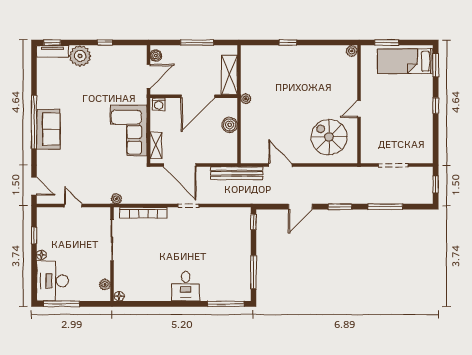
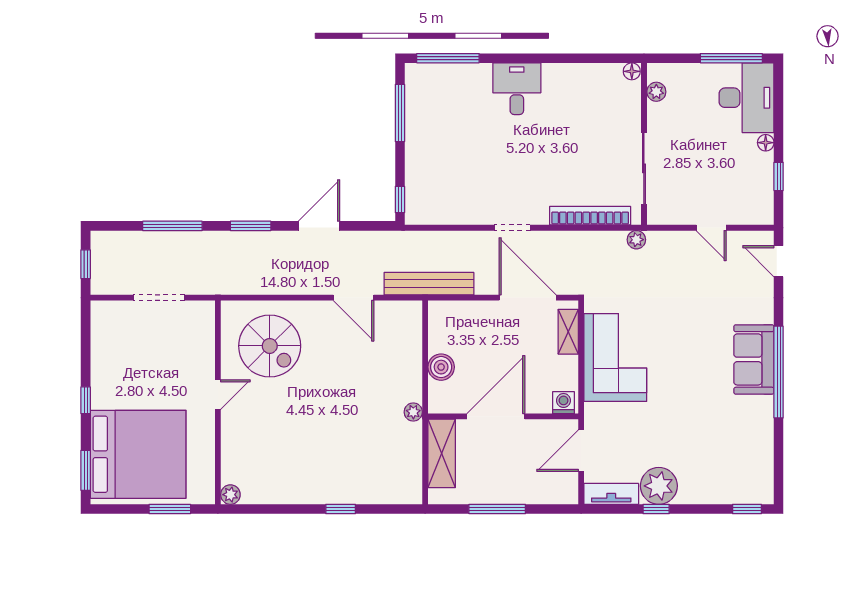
tv unit: (53, 51) -> (611, 494), moved
plant: (80, 56) -> (659, 486), moved
boiler: (156, 56) -> (568, 486), removed
bed: (405, 61) -> (138, 454), width x2.04

